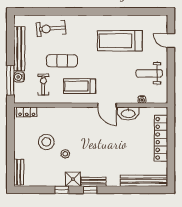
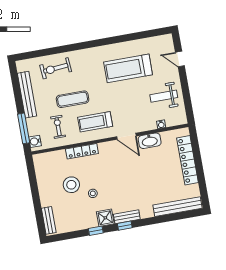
water cooler: (19, 77) -> (35, 141), moved
locker: (27, 112) -> (82, 151), moved, width x1.53

